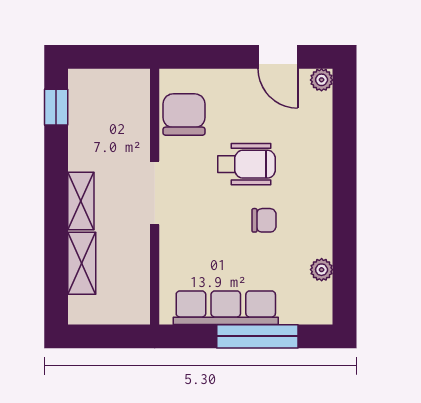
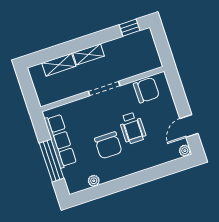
chair: (264, 220) -> (108, 145), width x1.87, depth x1.87

